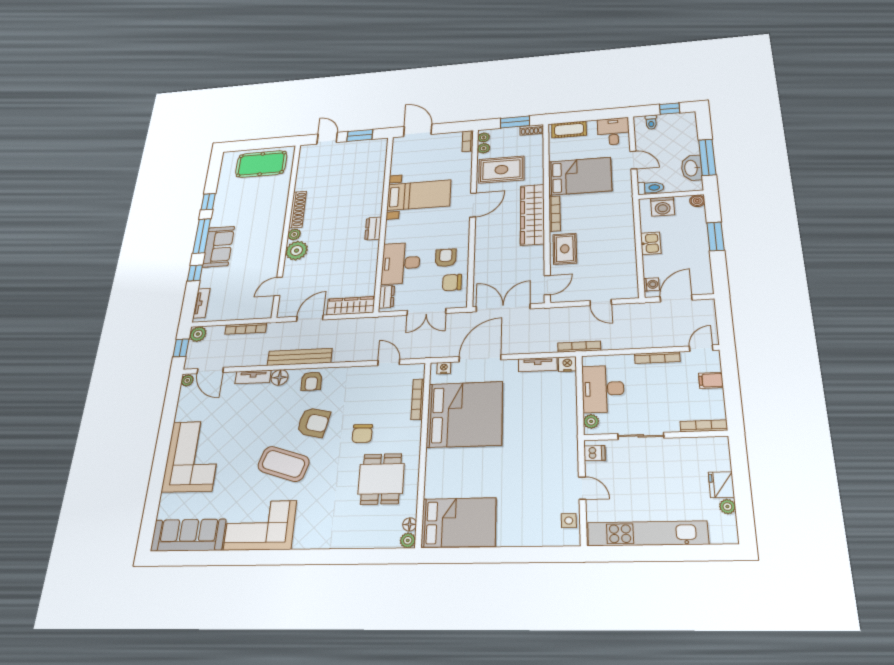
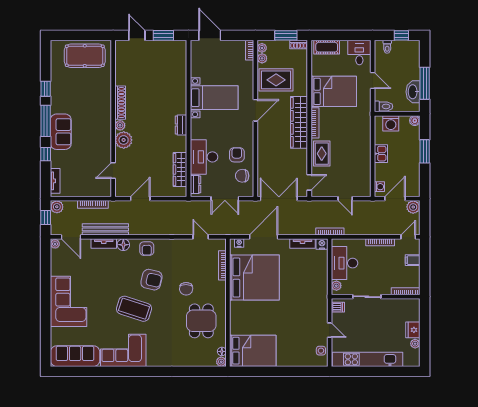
wardrobe: (351, 306) -> (180, 170), moved, turned -90
plant: (705, 308) -> (413, 207), added
bench: (300, 357) -> (105, 229), moved

